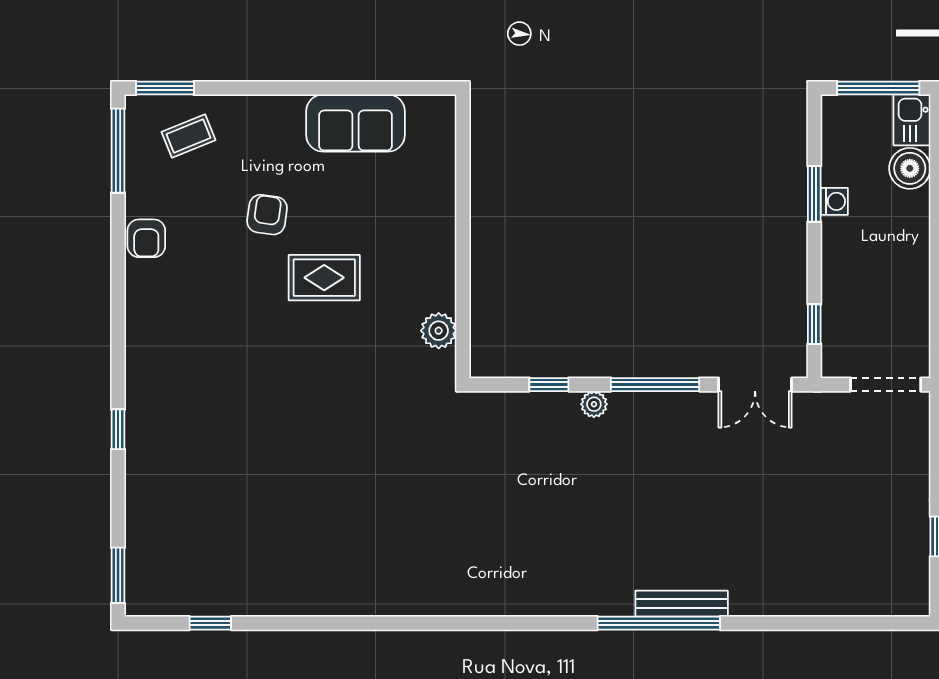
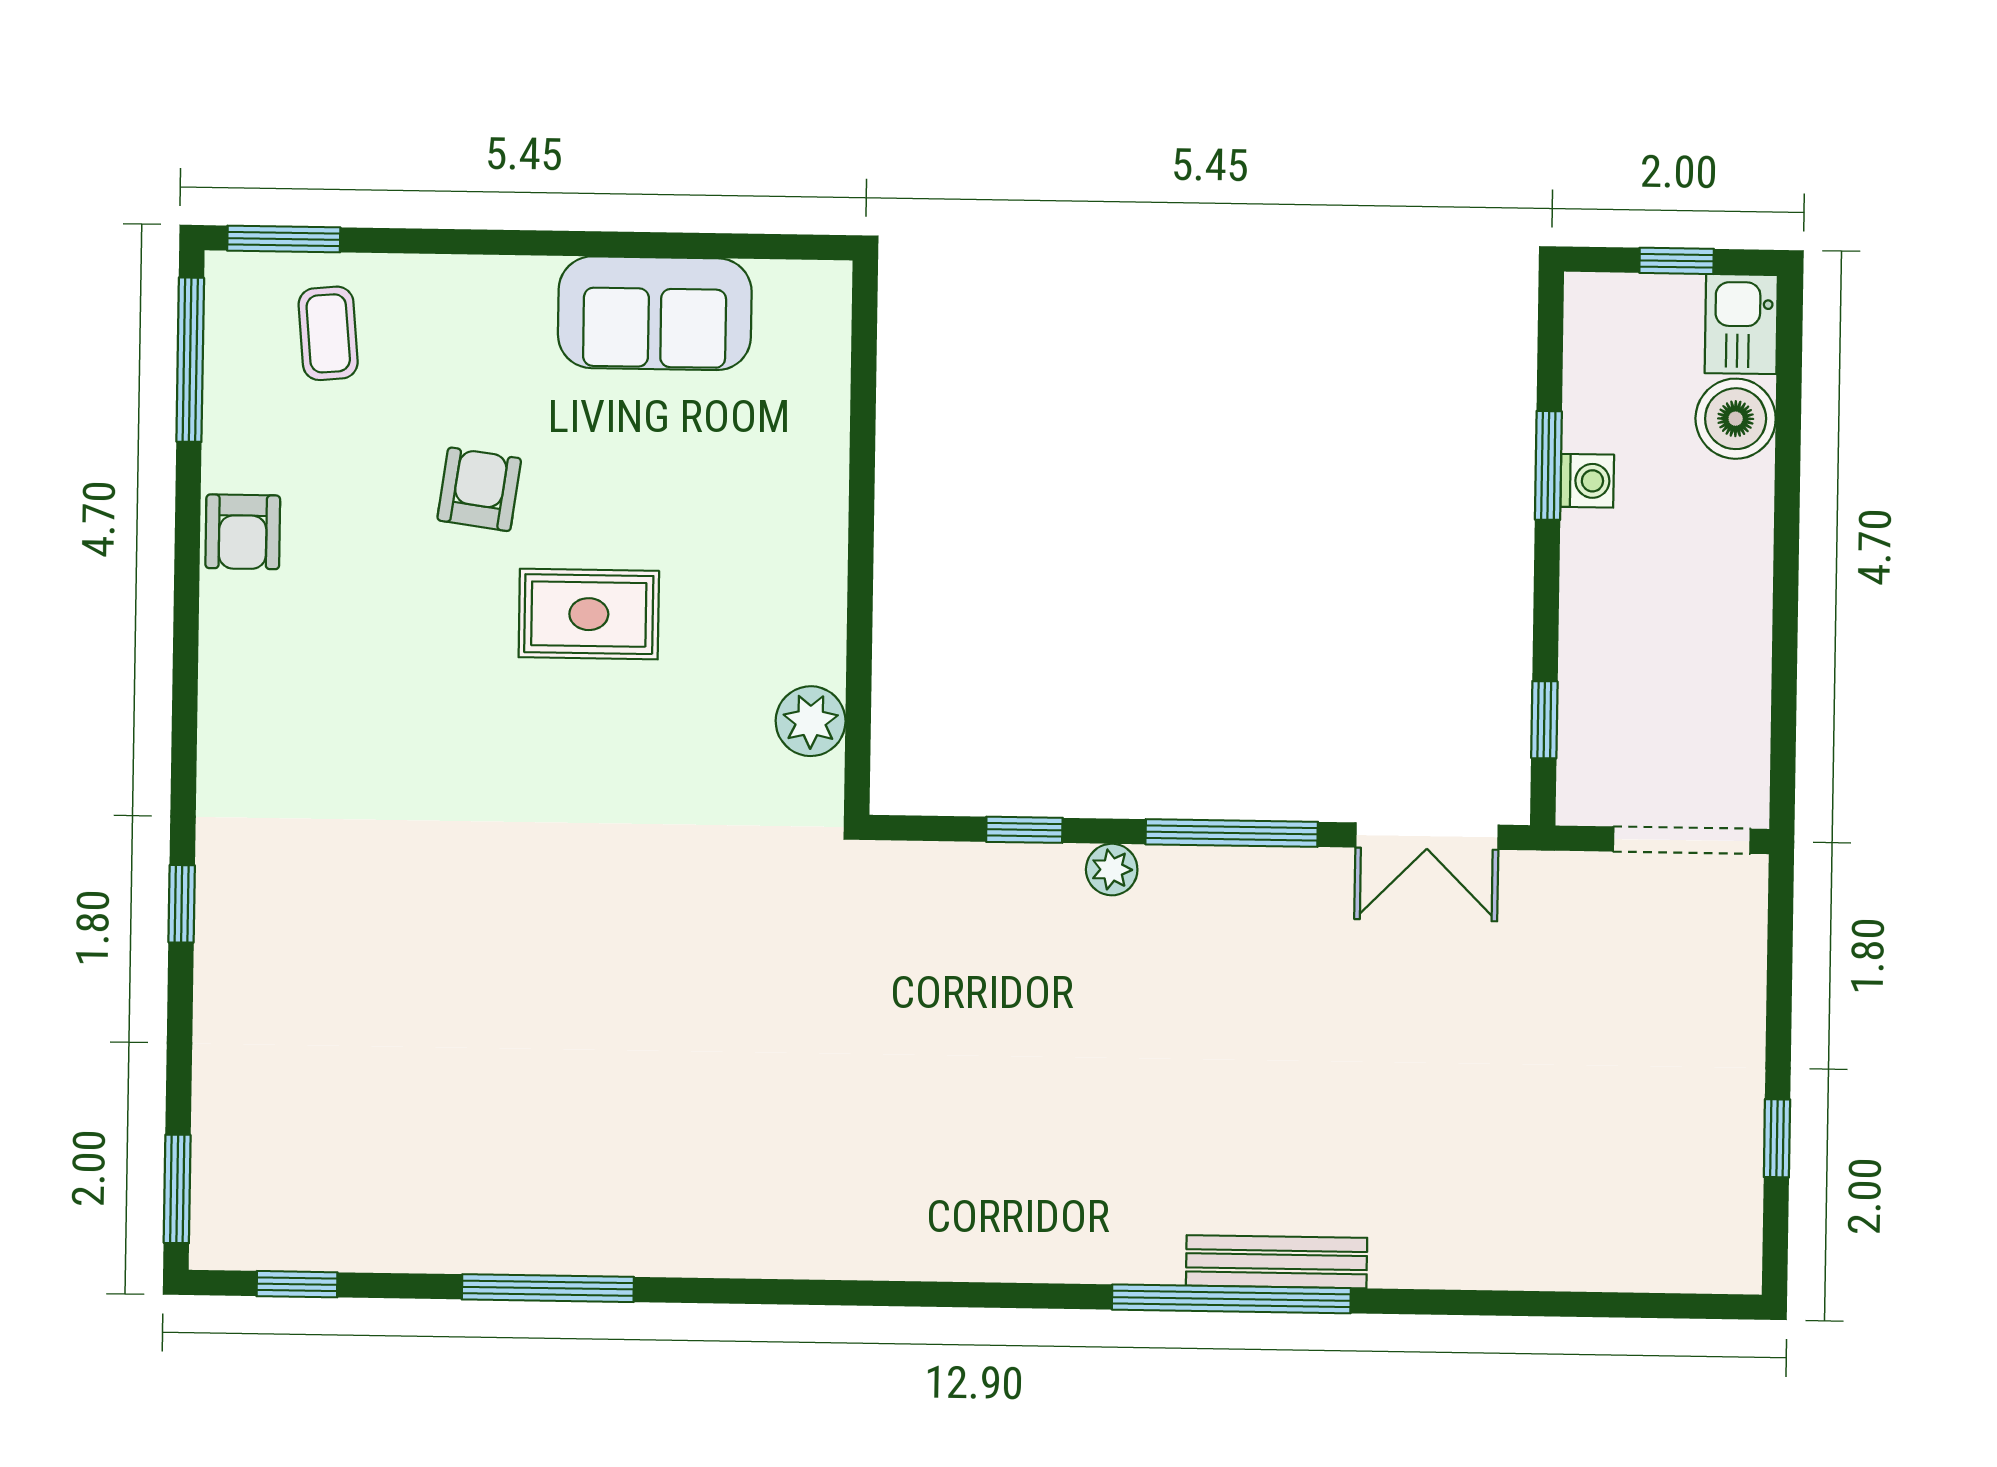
window: (878, 88) -> (1677, 261), width x0.46
coffee table: (188, 136) -> (328, 333), turned -73
window: (210, 623) -> (297, 1284), moved
window: (309, 623) -> (548, 1288), added

